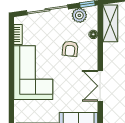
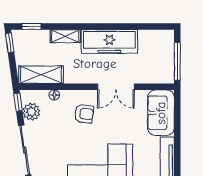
armchair: (70, 49) -> (84, 114), moved

